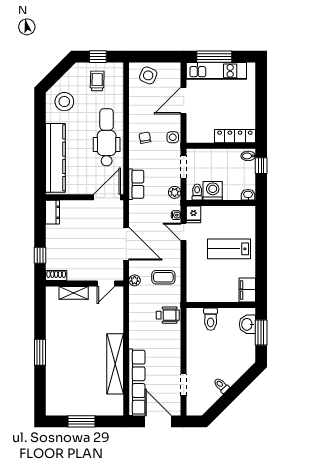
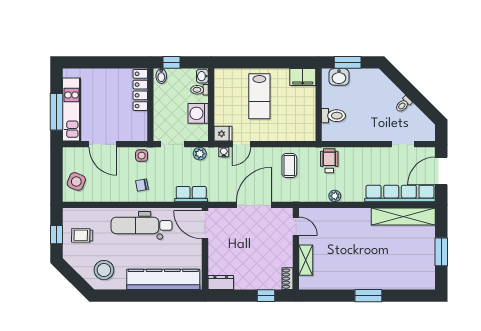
toilet: (197, 192) -> (199, 90), moved
plant: (135, 280) -> (335, 196), moved
shelving: (115, 364) -> (403, 217), moved

